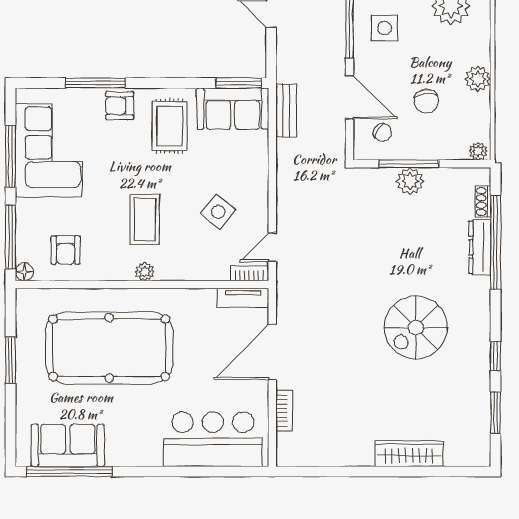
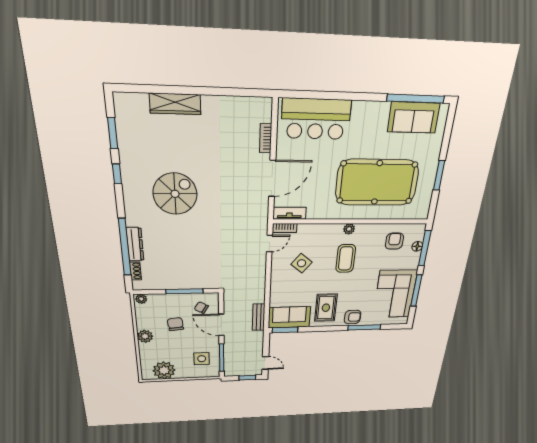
plant: (410, 181) -> (183, 282), removed
floor lamp: (24, 272) -> (417, 246), moved

